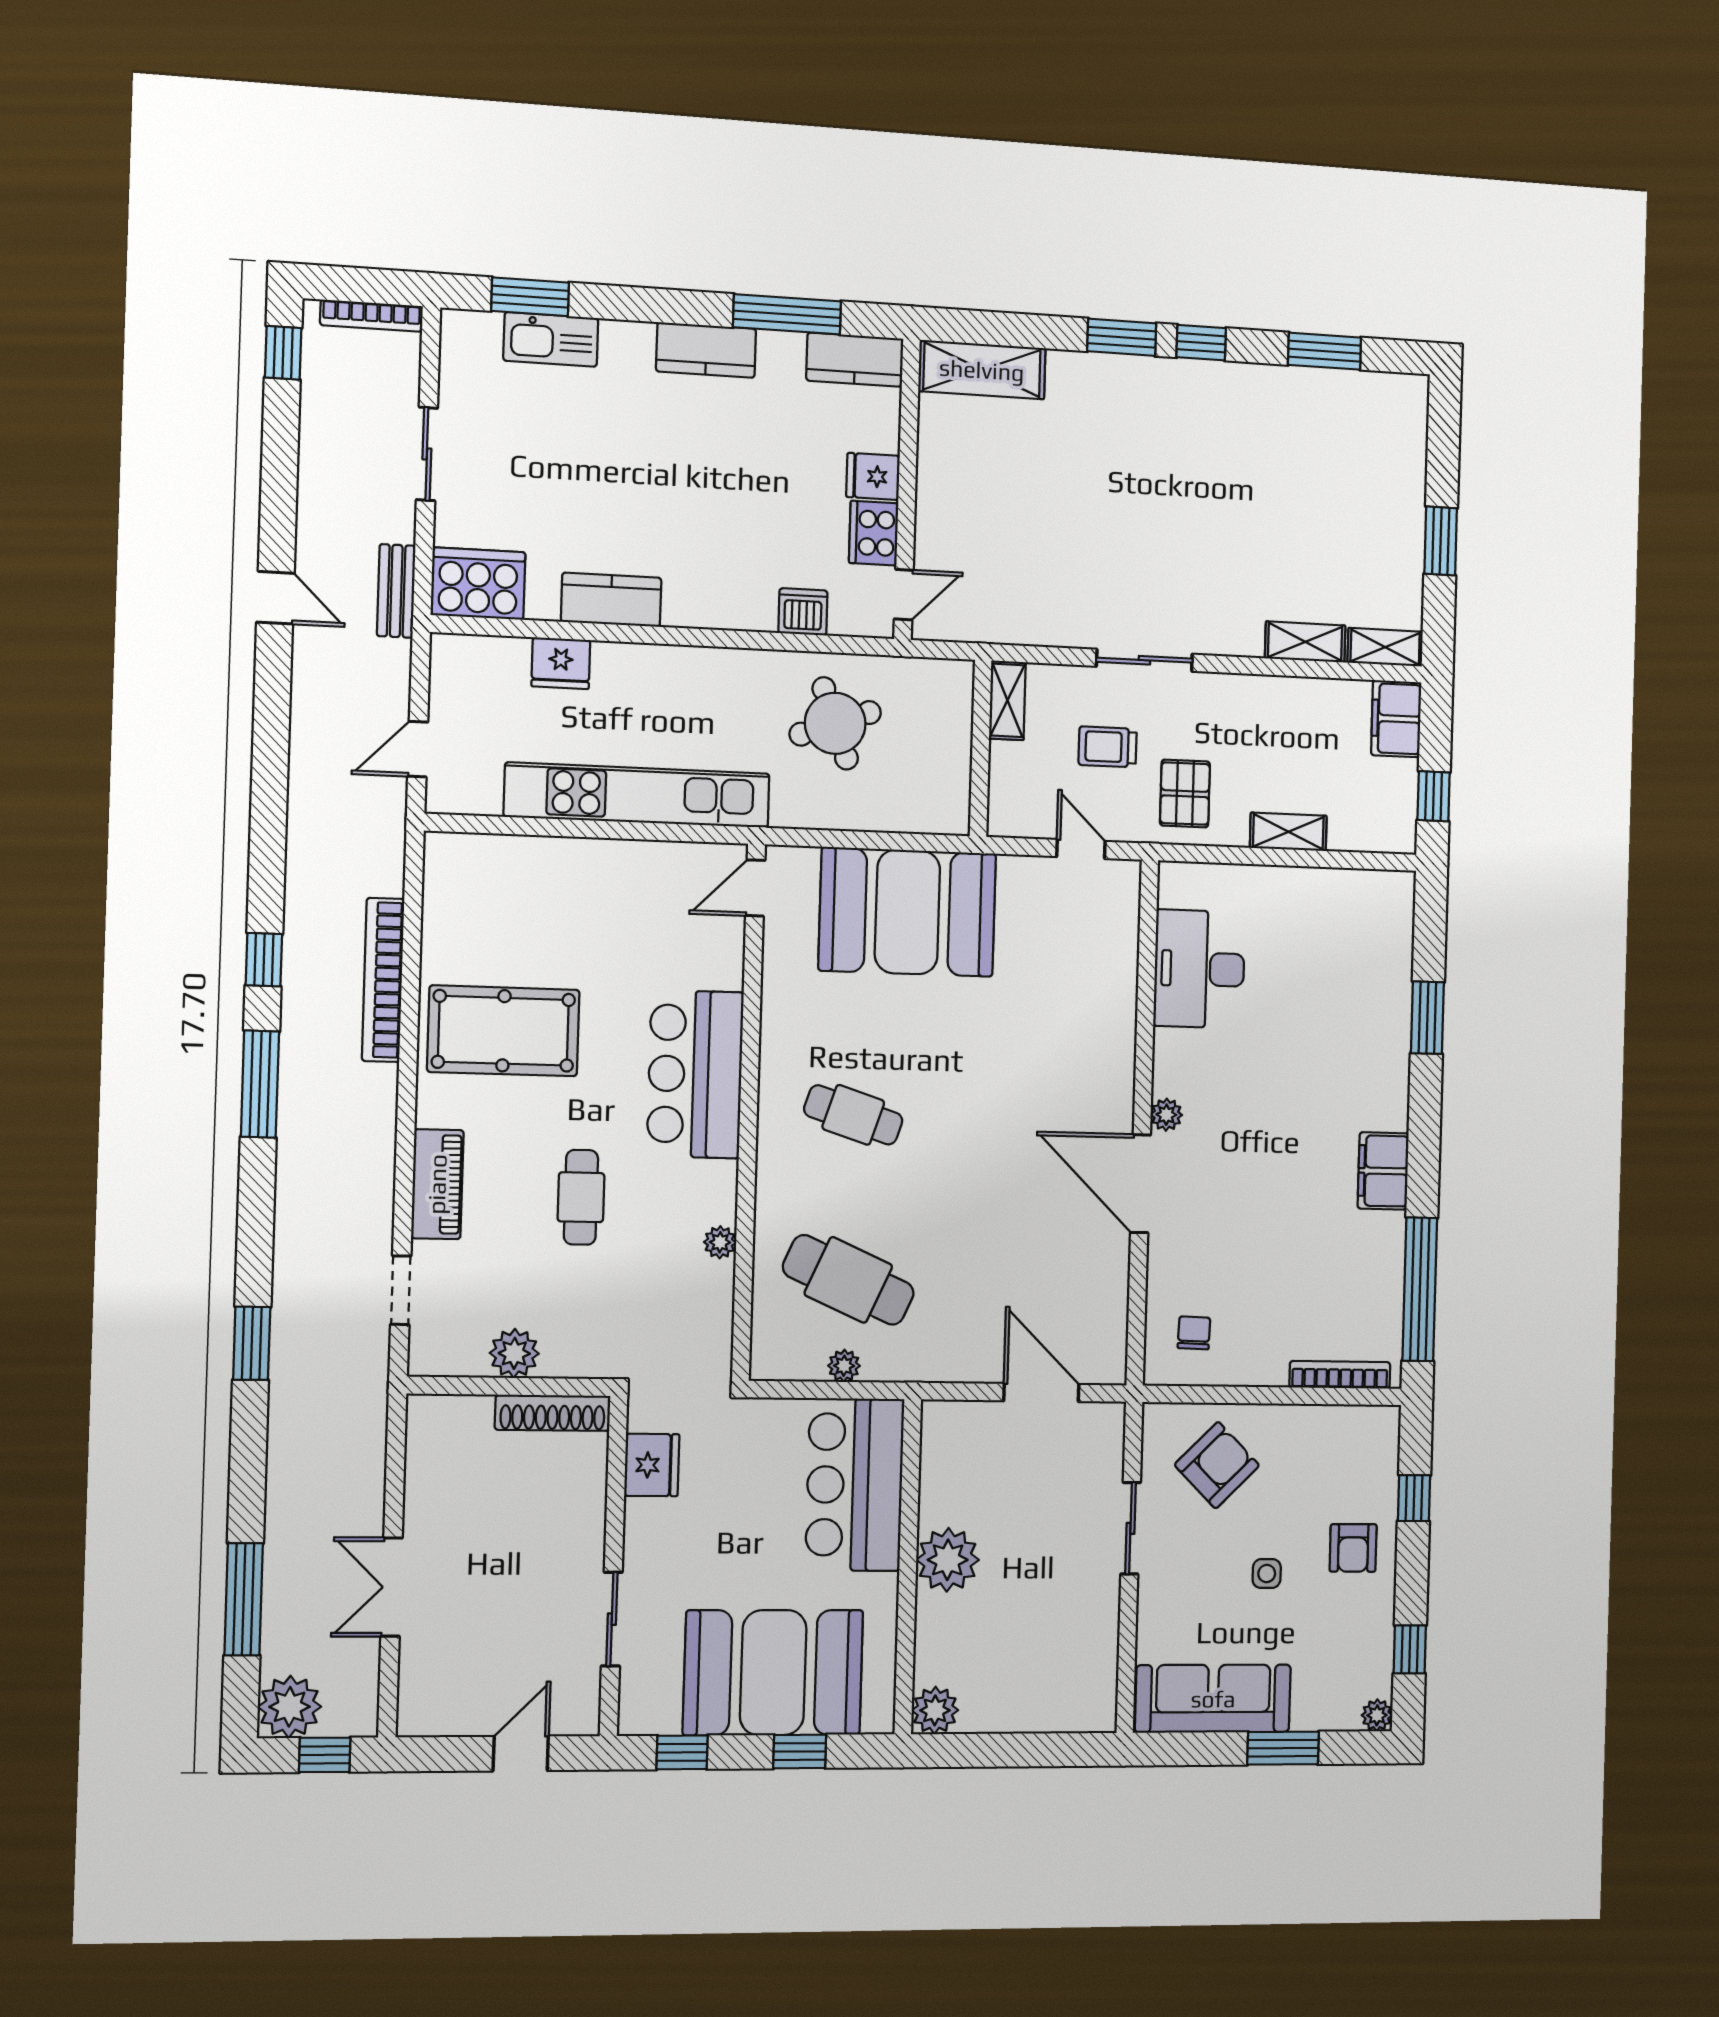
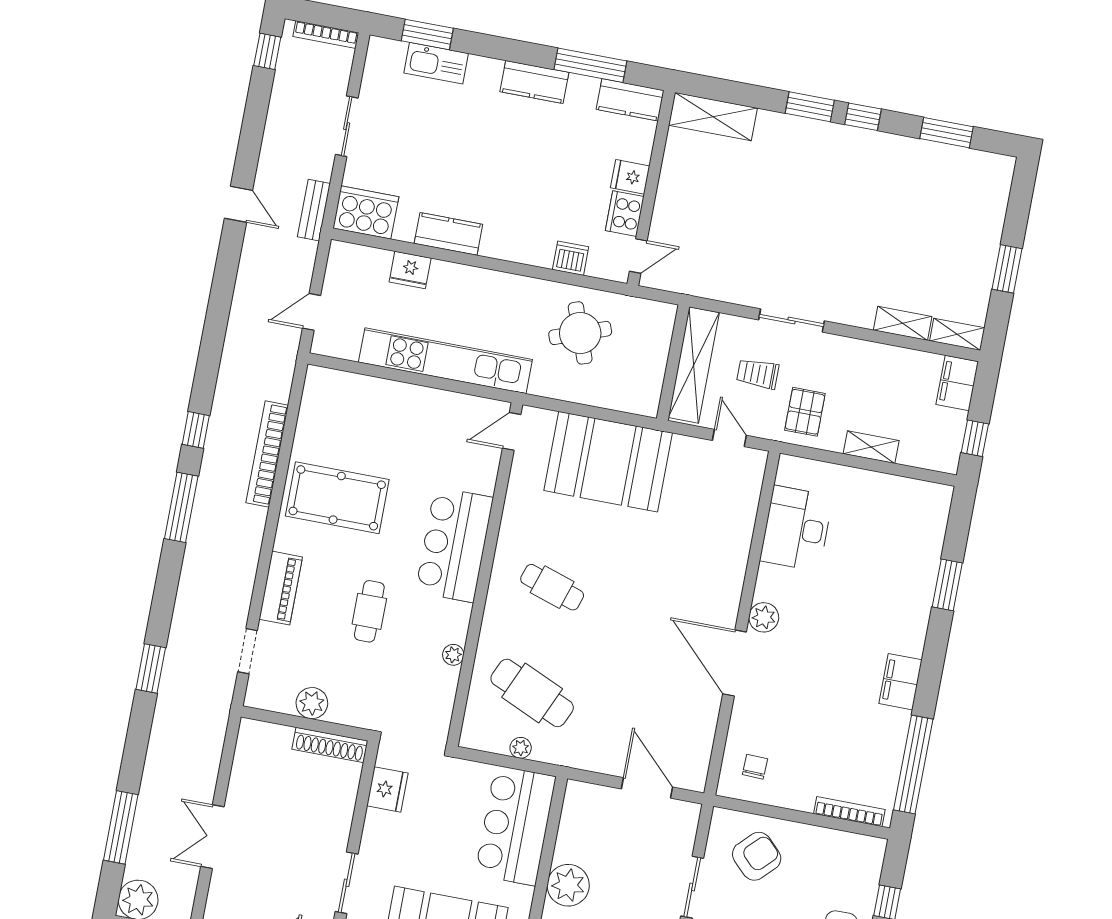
shelving: (1007, 700) -> (694, 365), width x2.20, depth x1.33
plant: (1166, 1115) -> (764, 617), width x1.38, depth x1.38

